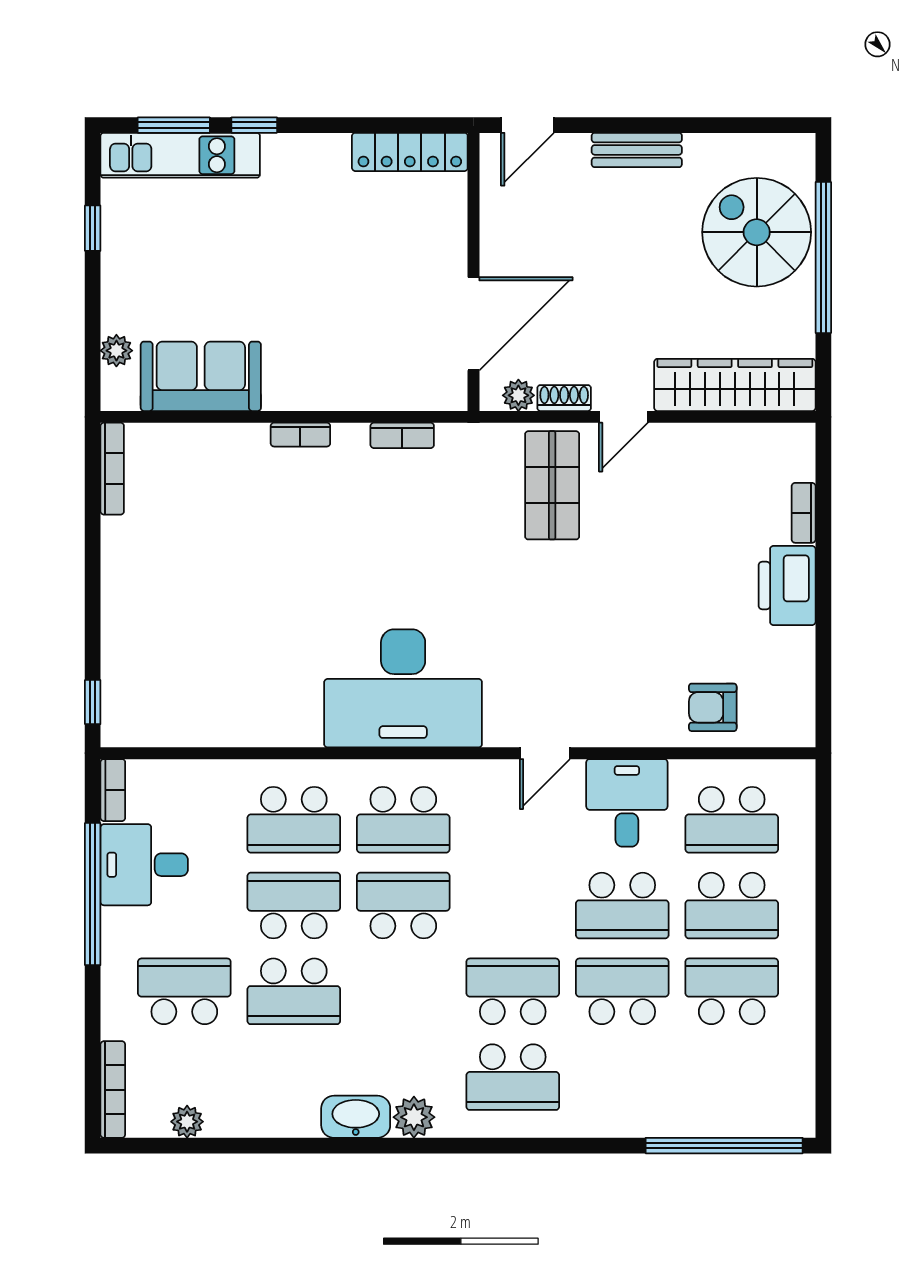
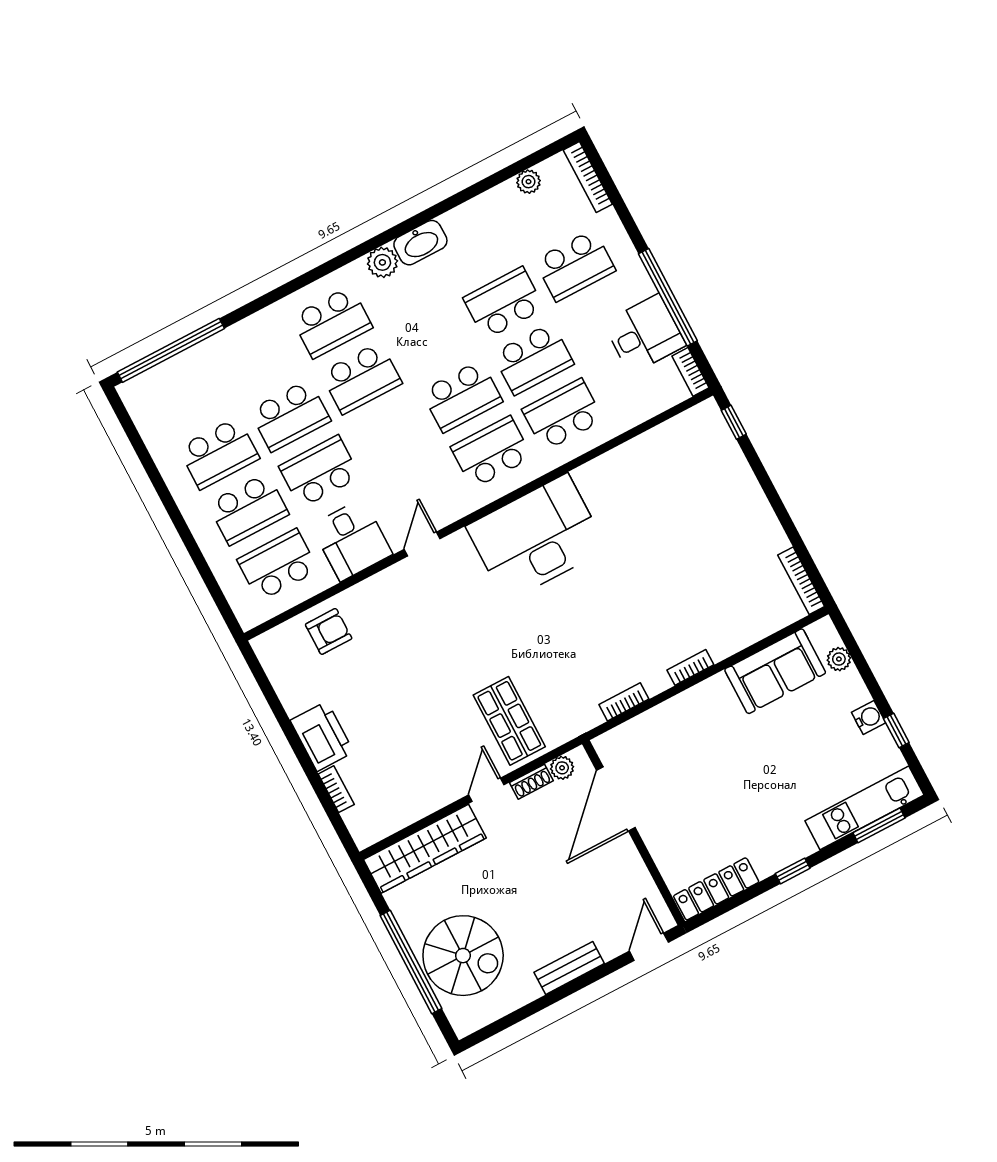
window: (254, 125) -> (793, 871), moved
water cooler: (118, 261) -> (869, 717), added
school desk: (732, 906) -> (248, 509), turned 180
school desk: (513, 1077) -> (332, 322), turned 180

